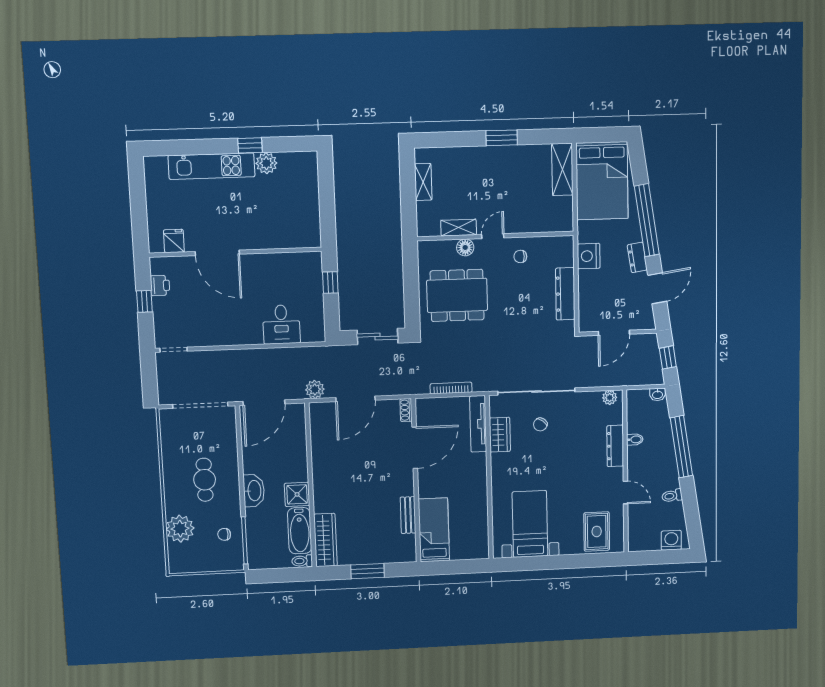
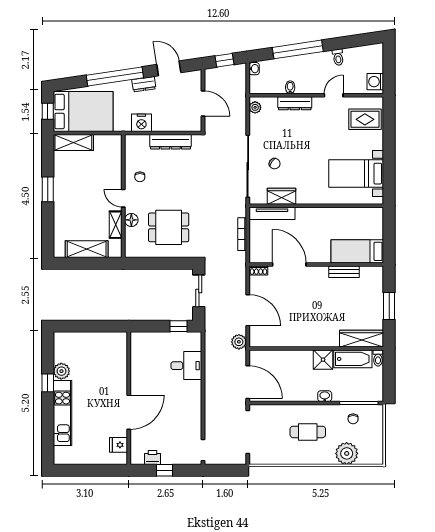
window: (602, 135) -> (48, 111), added
shelving: (423, 182) -> (87, 249), width x1.50, depth x1.33
window: (330, 283) -> (179, 326), moved
dining table: (457, 295) -> (169, 227), width x0.73
washbasin: (254, 491) -> (325, 396), width x0.52, depth x0.69
washing machine: (671, 540) -> (375, 82), moved

